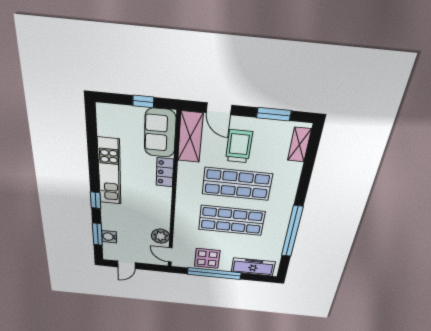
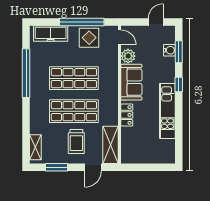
window: (143, 101) -> (143, 167), removed
door: (219, 109) -> (93, 167), swing flipped
sofa: (160, 133) -> (131, 82), moved

